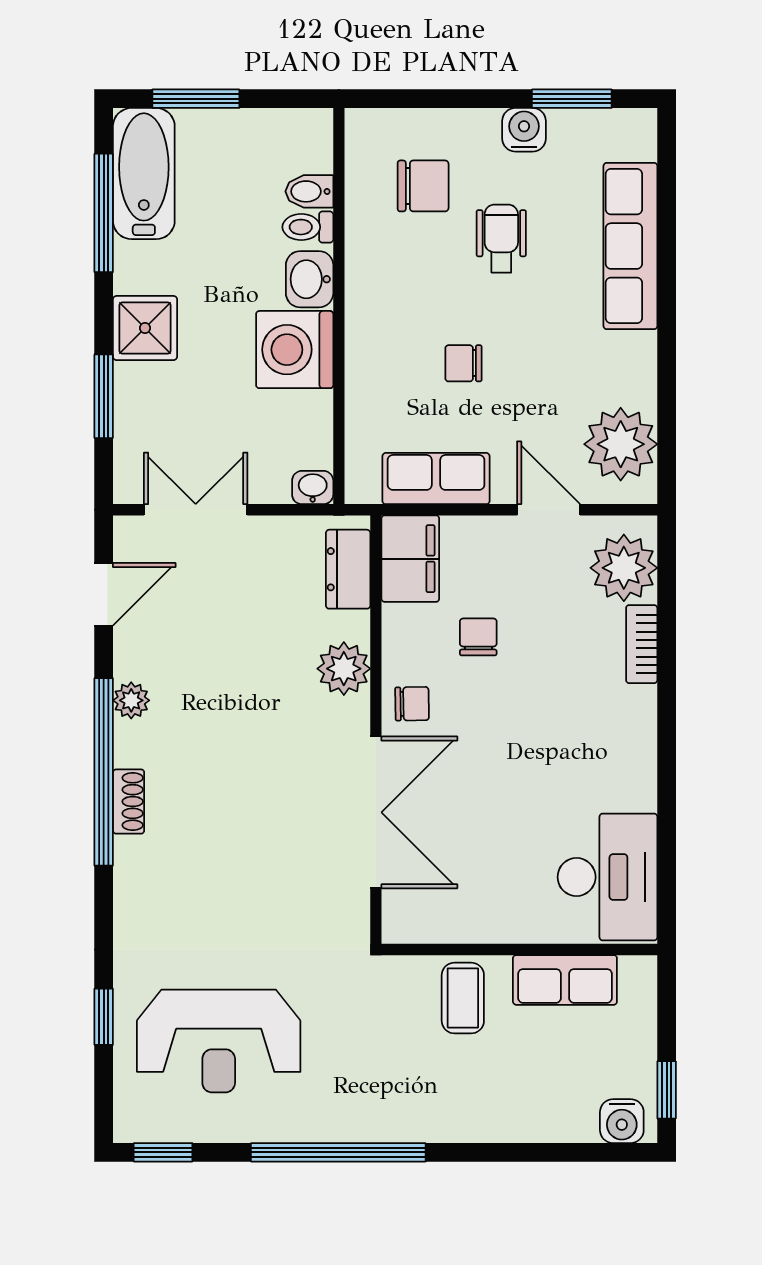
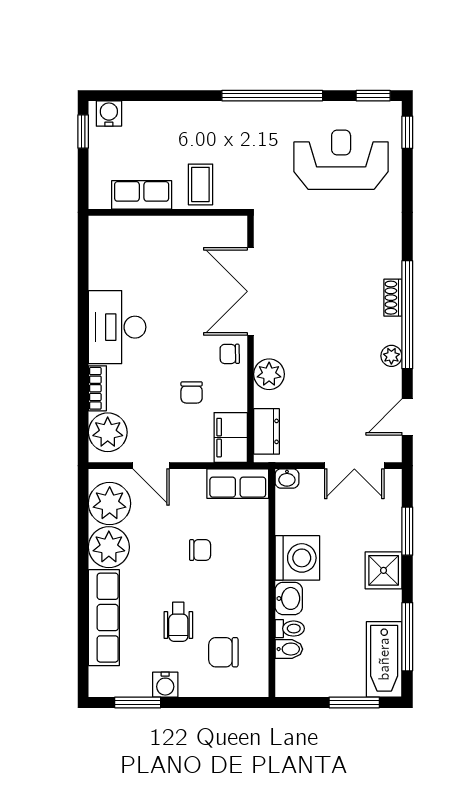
plant: (622, 368) -> (109, 547), added
row of seats: (436, 479) -> (238, 484), moved
desk: (607, 877) -> (117, 327), moved
window: (104, 1017) -> (407, 132), moved

